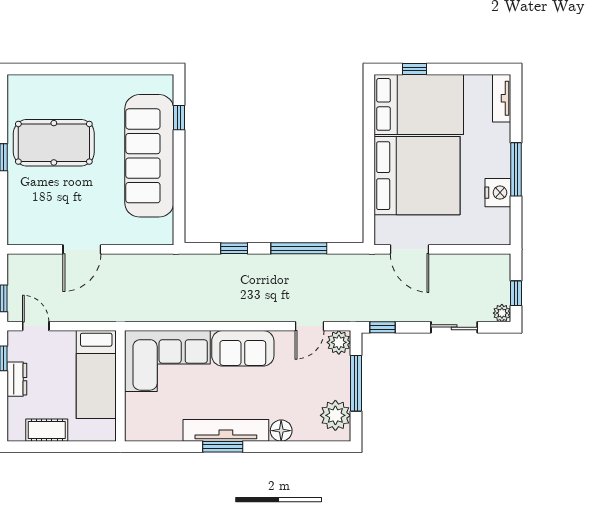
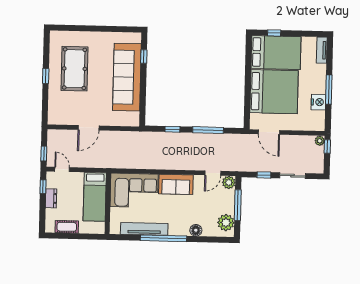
pool table: (54, 143) -> (75, 69), turned 90
window: (516, 293) -> (327, 147), moved
plant: (502, 313) -> (320, 141), moved
window: (383, 327) -> (264, 175), moved
tv unit: (226, 430) -> (144, 229), moved
window: (223, 447) -> (163, 238), width x2.11

